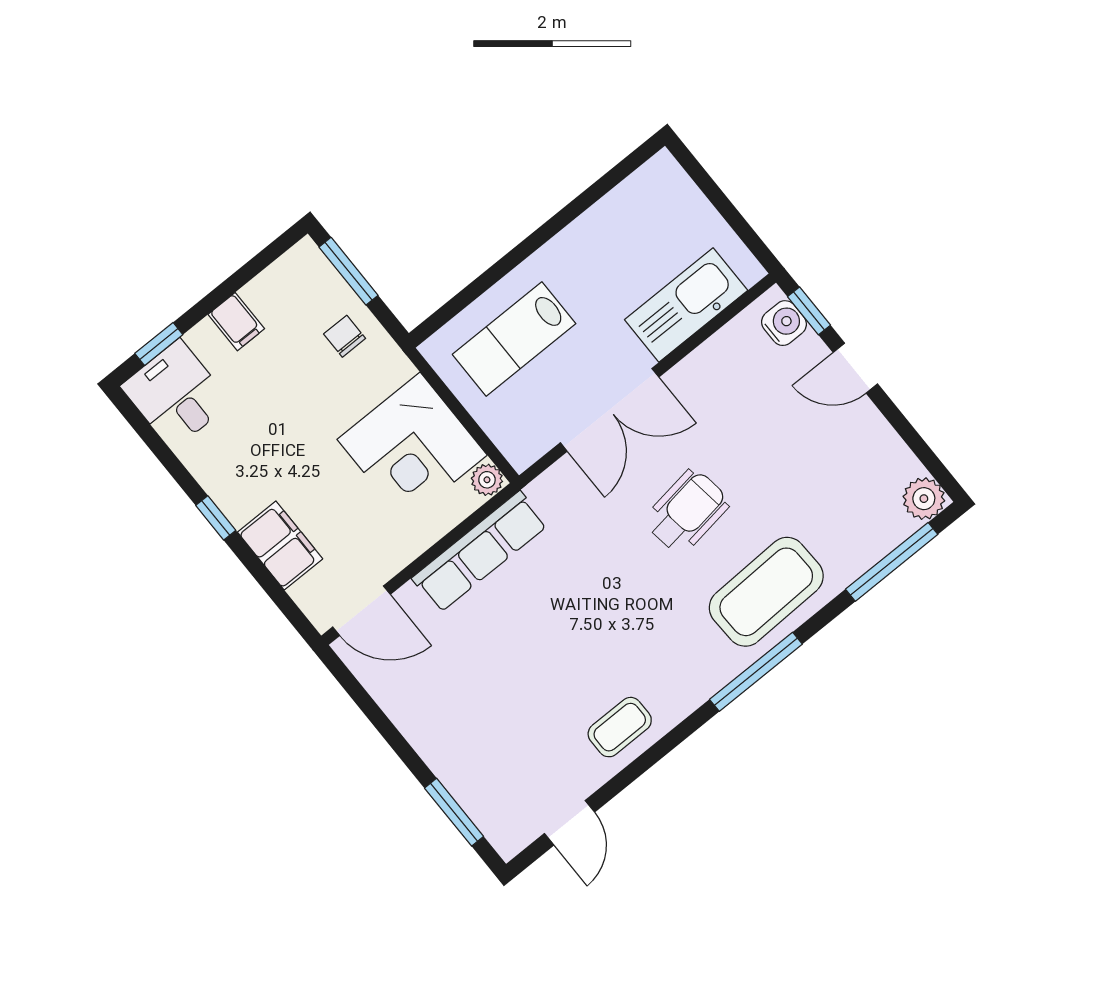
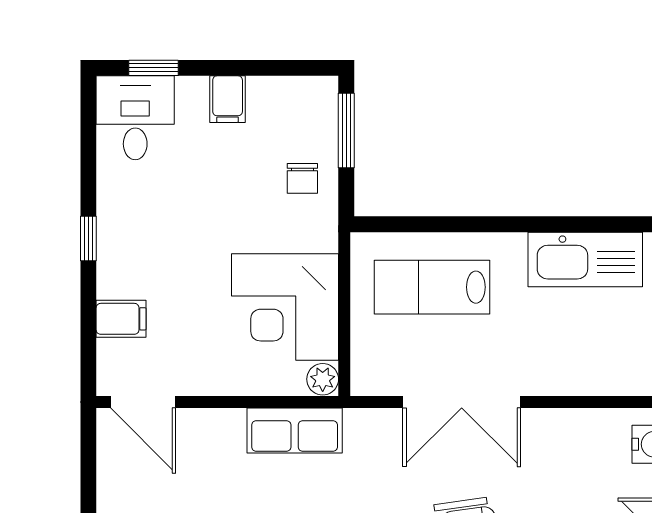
kitchen sink: (686, 305) -> (585, 259), moved, turned 180
chair: (345, 336) -> (302, 178), turned 180
filing cabinet: (280, 545) -> (121, 319), width x0.50
row of seats: (480, 552) -> (295, 431), width x0.68

